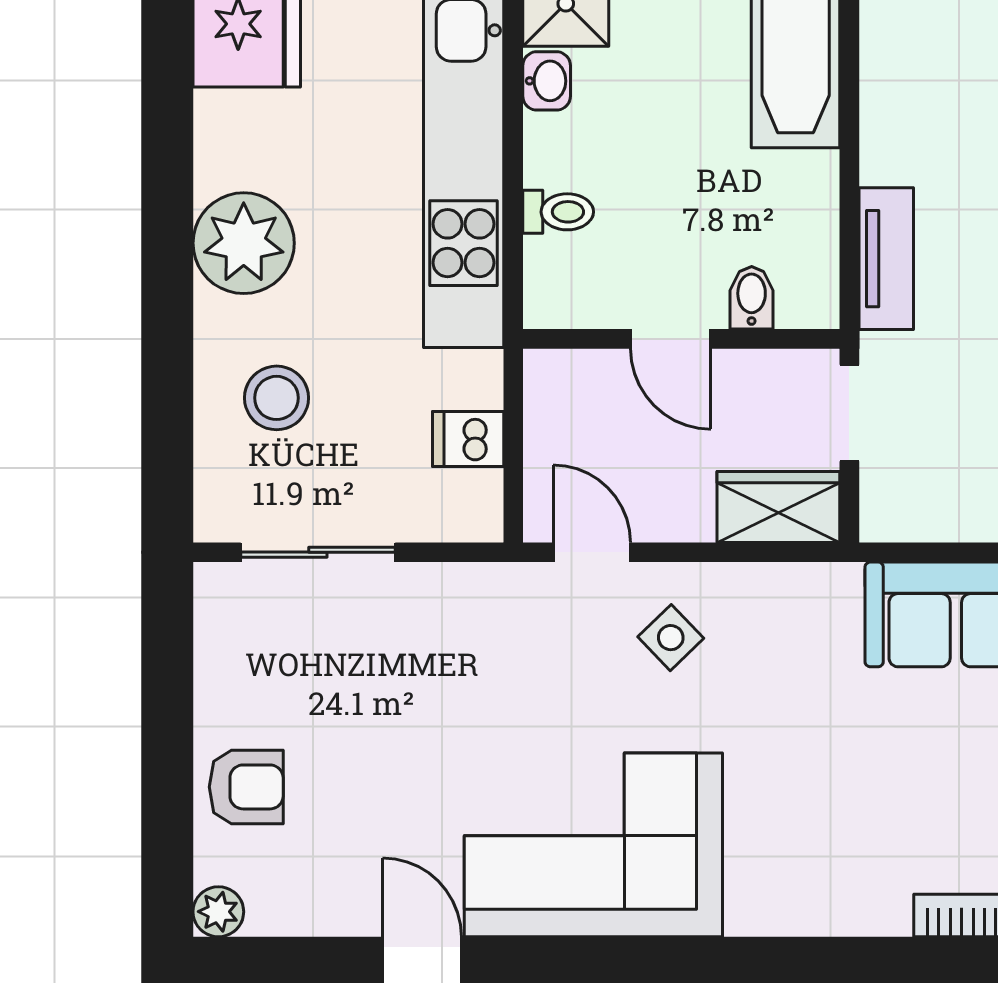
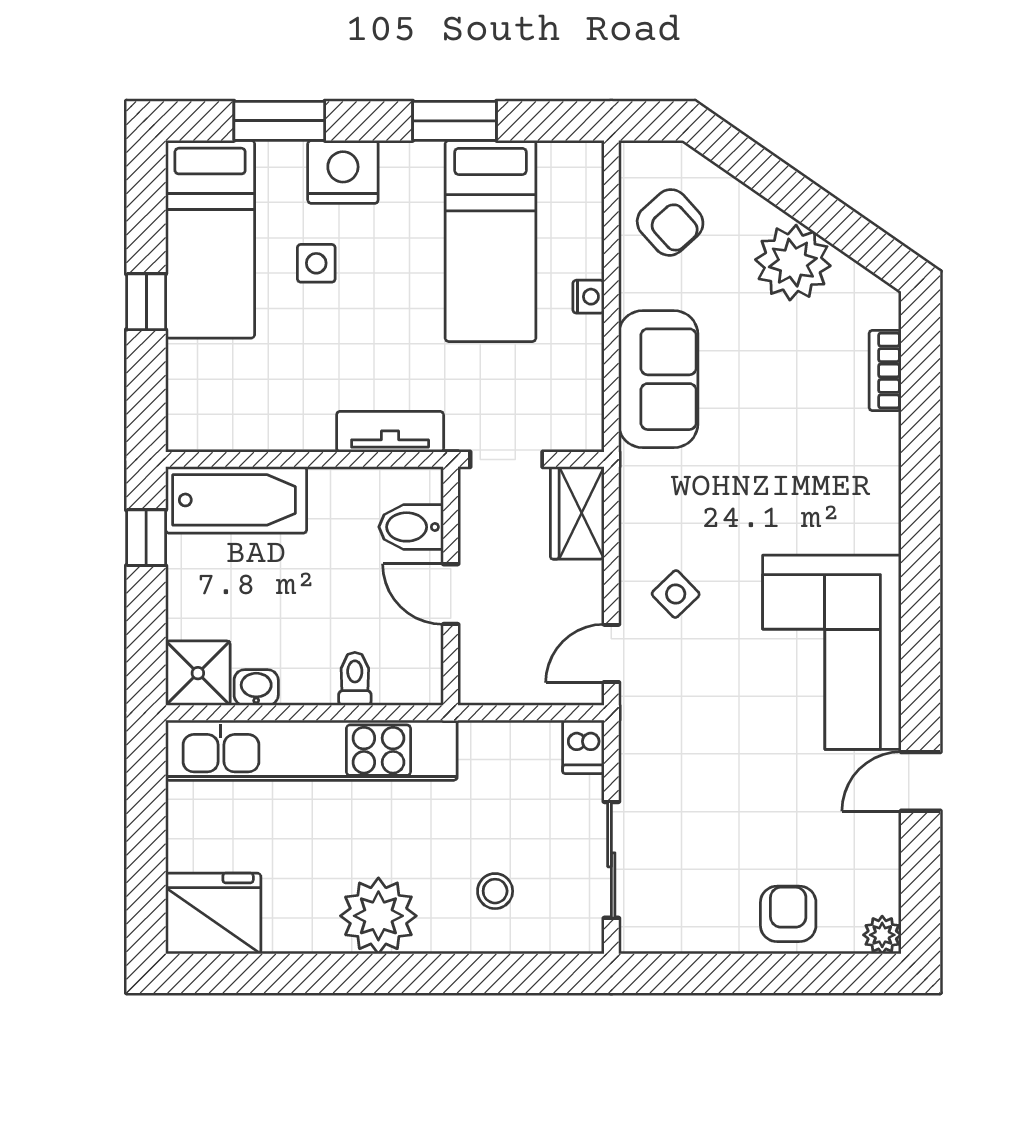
bidet: (752, 298) -> (411, 527), width x1.38, depth x1.36
door: (671, 339) -> (451, 594), swing flipped
stool: (277, 398) -> (495, 891), width x0.73, depth x0.73
dishwasher: (468, 439) -> (583, 747), moved

